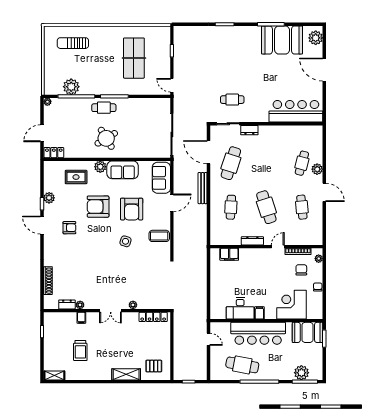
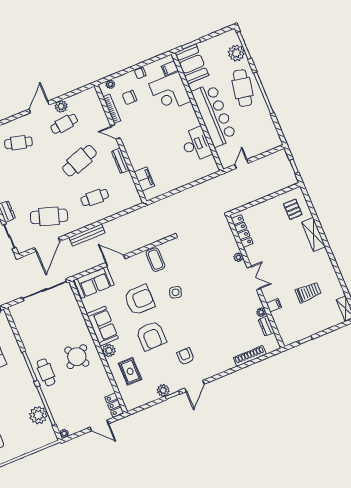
plant: (317, 169) -> (61, 106), moved
filing cabinet: (259, 313) -> (170, 68), moved
cafe table: (242, 365) -> (243, 88), moved

